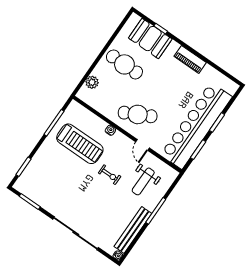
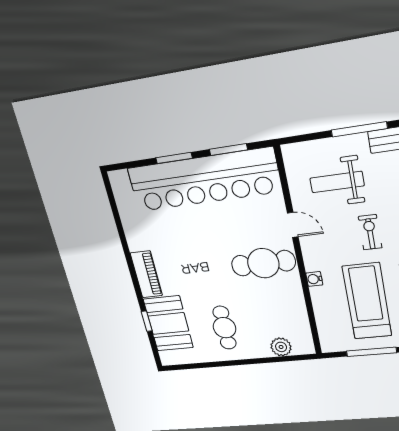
piano: (190, 59) -> (146, 274), moved
cafe table: (124, 64) -> (225, 328), width x0.73, depth x0.74
cafe table: (138, 114) -> (263, 263), turned -63
door: (142, 145) -> (293, 225), hinge flipped
weight bench: (143, 181) -> (337, 182), turned 180

